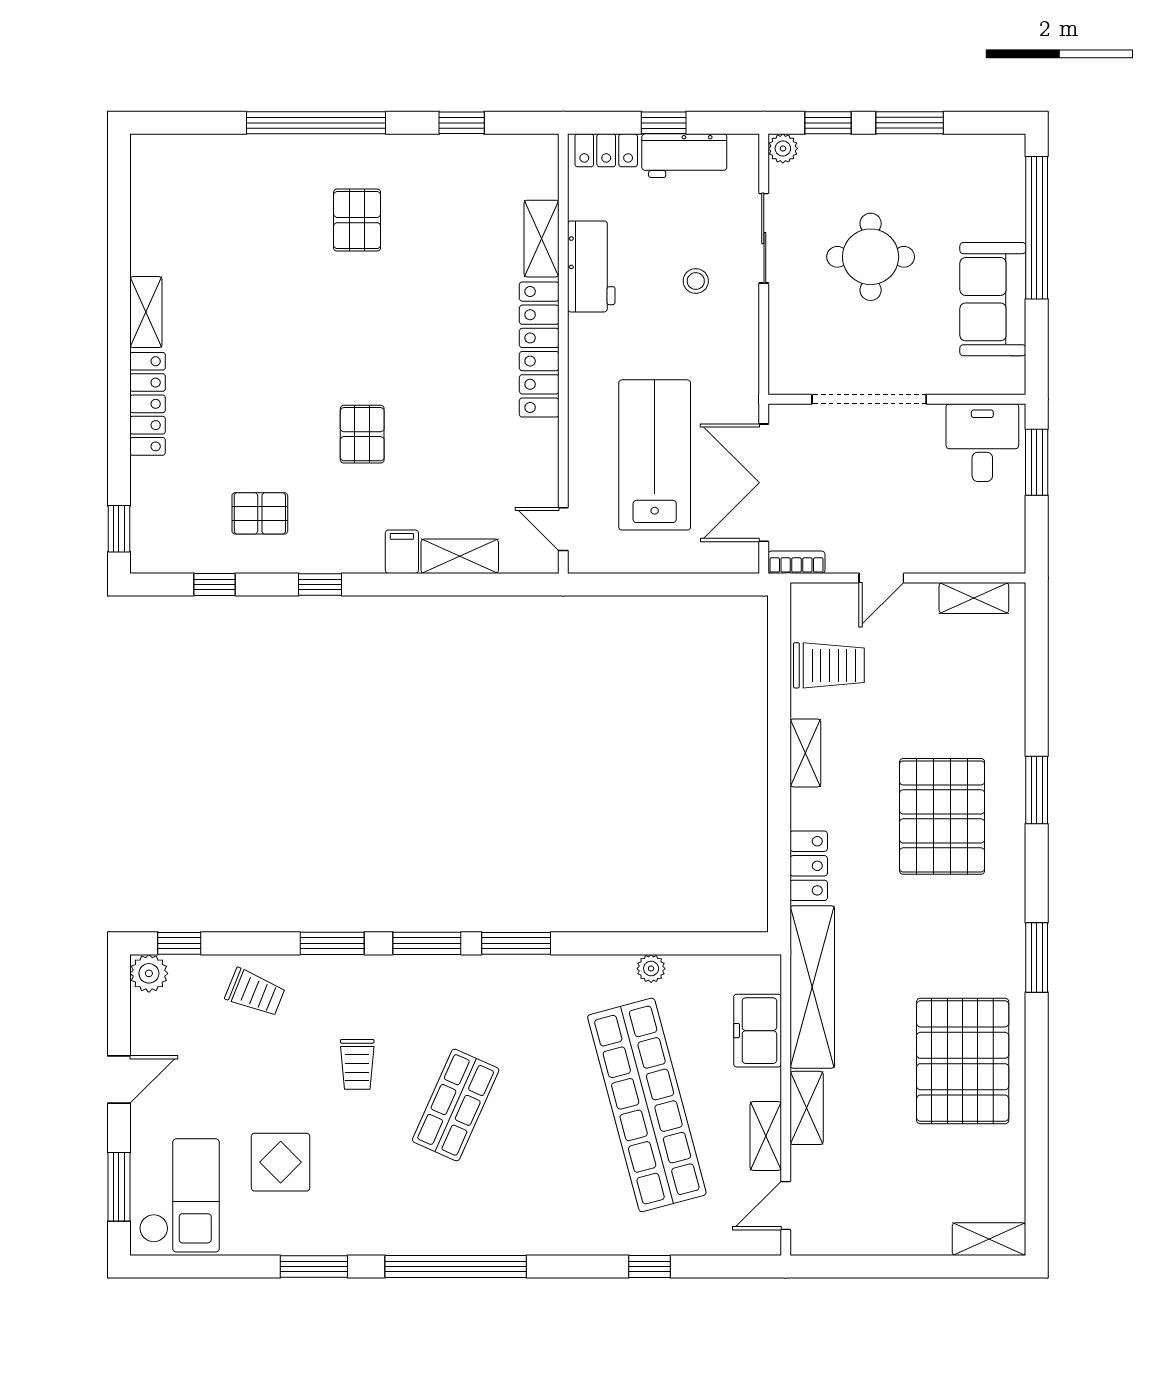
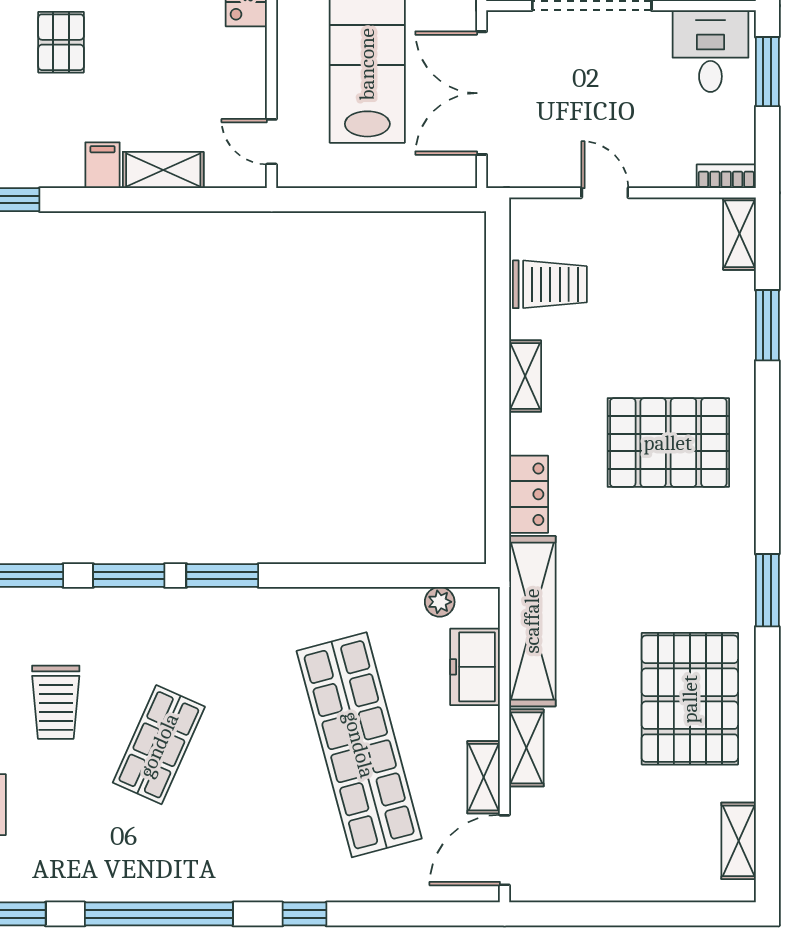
bookcase: (796, 562) -> (726, 176), moved
door: (881, 578) -> (605, 193), swing flipped
shelving: (974, 598) -> (740, 234), moved, turned 90
window: (1037, 790) -> (767, 325), moved
pallet: (942, 816) -> (668, 443), turned 90
plant: (651, 969) -> (440, 602), moved
trolley: (357, 1064) -> (56, 702), width x1.36, depth x1.39
door: (786, 1206) -> (505, 850), width x1.38
shelving: (989, 1239) -> (739, 841), moved, turned 90
window: (650, 1267) -> (304, 914), moved

